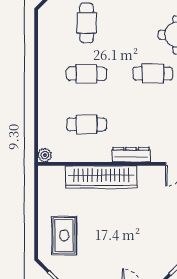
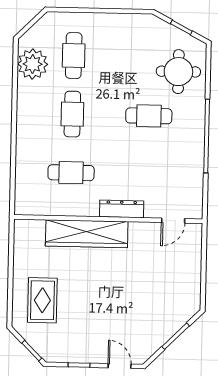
cafe table: (86, 74) -> (72, 114), turned 90
plant: (45, 155) -> (33, 64), moved, width x1.88, depth x1.88

